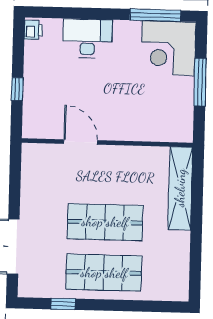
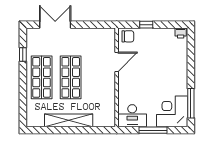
desk: (87, 38) -> (132, 116), moved, turned 90
chair: (37, 121) -> (128, 36), added
shelving: (180, 188) -> (69, 120), moved

